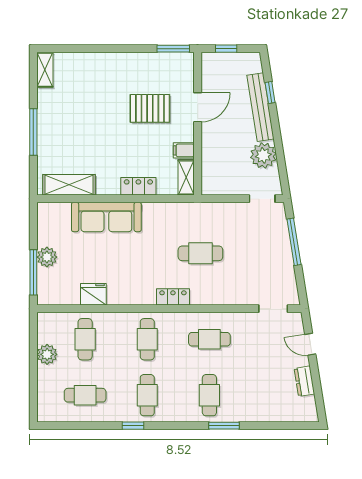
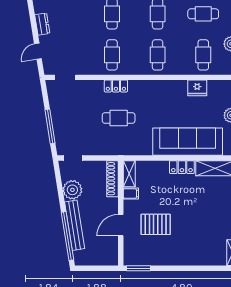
window: (226, 49) -> (100, 268), removed
window: (270, 92) -> (67, 236), width x3.17
shoe rack: (209, 171) -> (113, 179), added
locker: (138, 186) -> (182, 167), moved
sofa: (106, 217) -> (188, 142), width x1.36, depth x1.27
locker: (173, 297) -> (116, 86), moved
cafe table: (209, 339) -> (112, 55), turned 90
door: (310, 344) -> (38, 51), swing flipped

